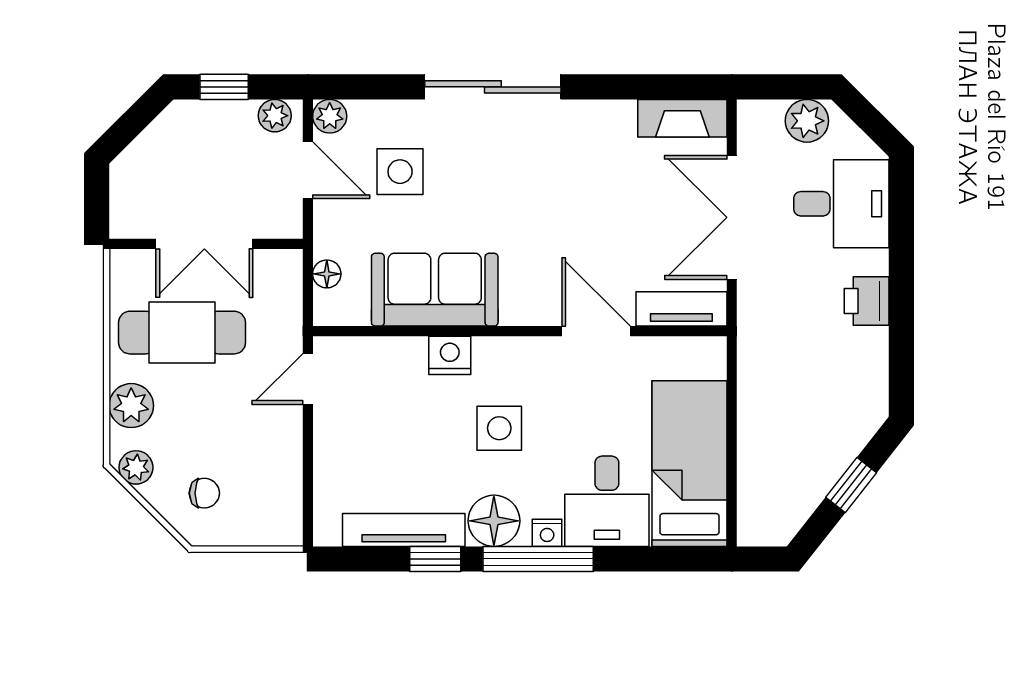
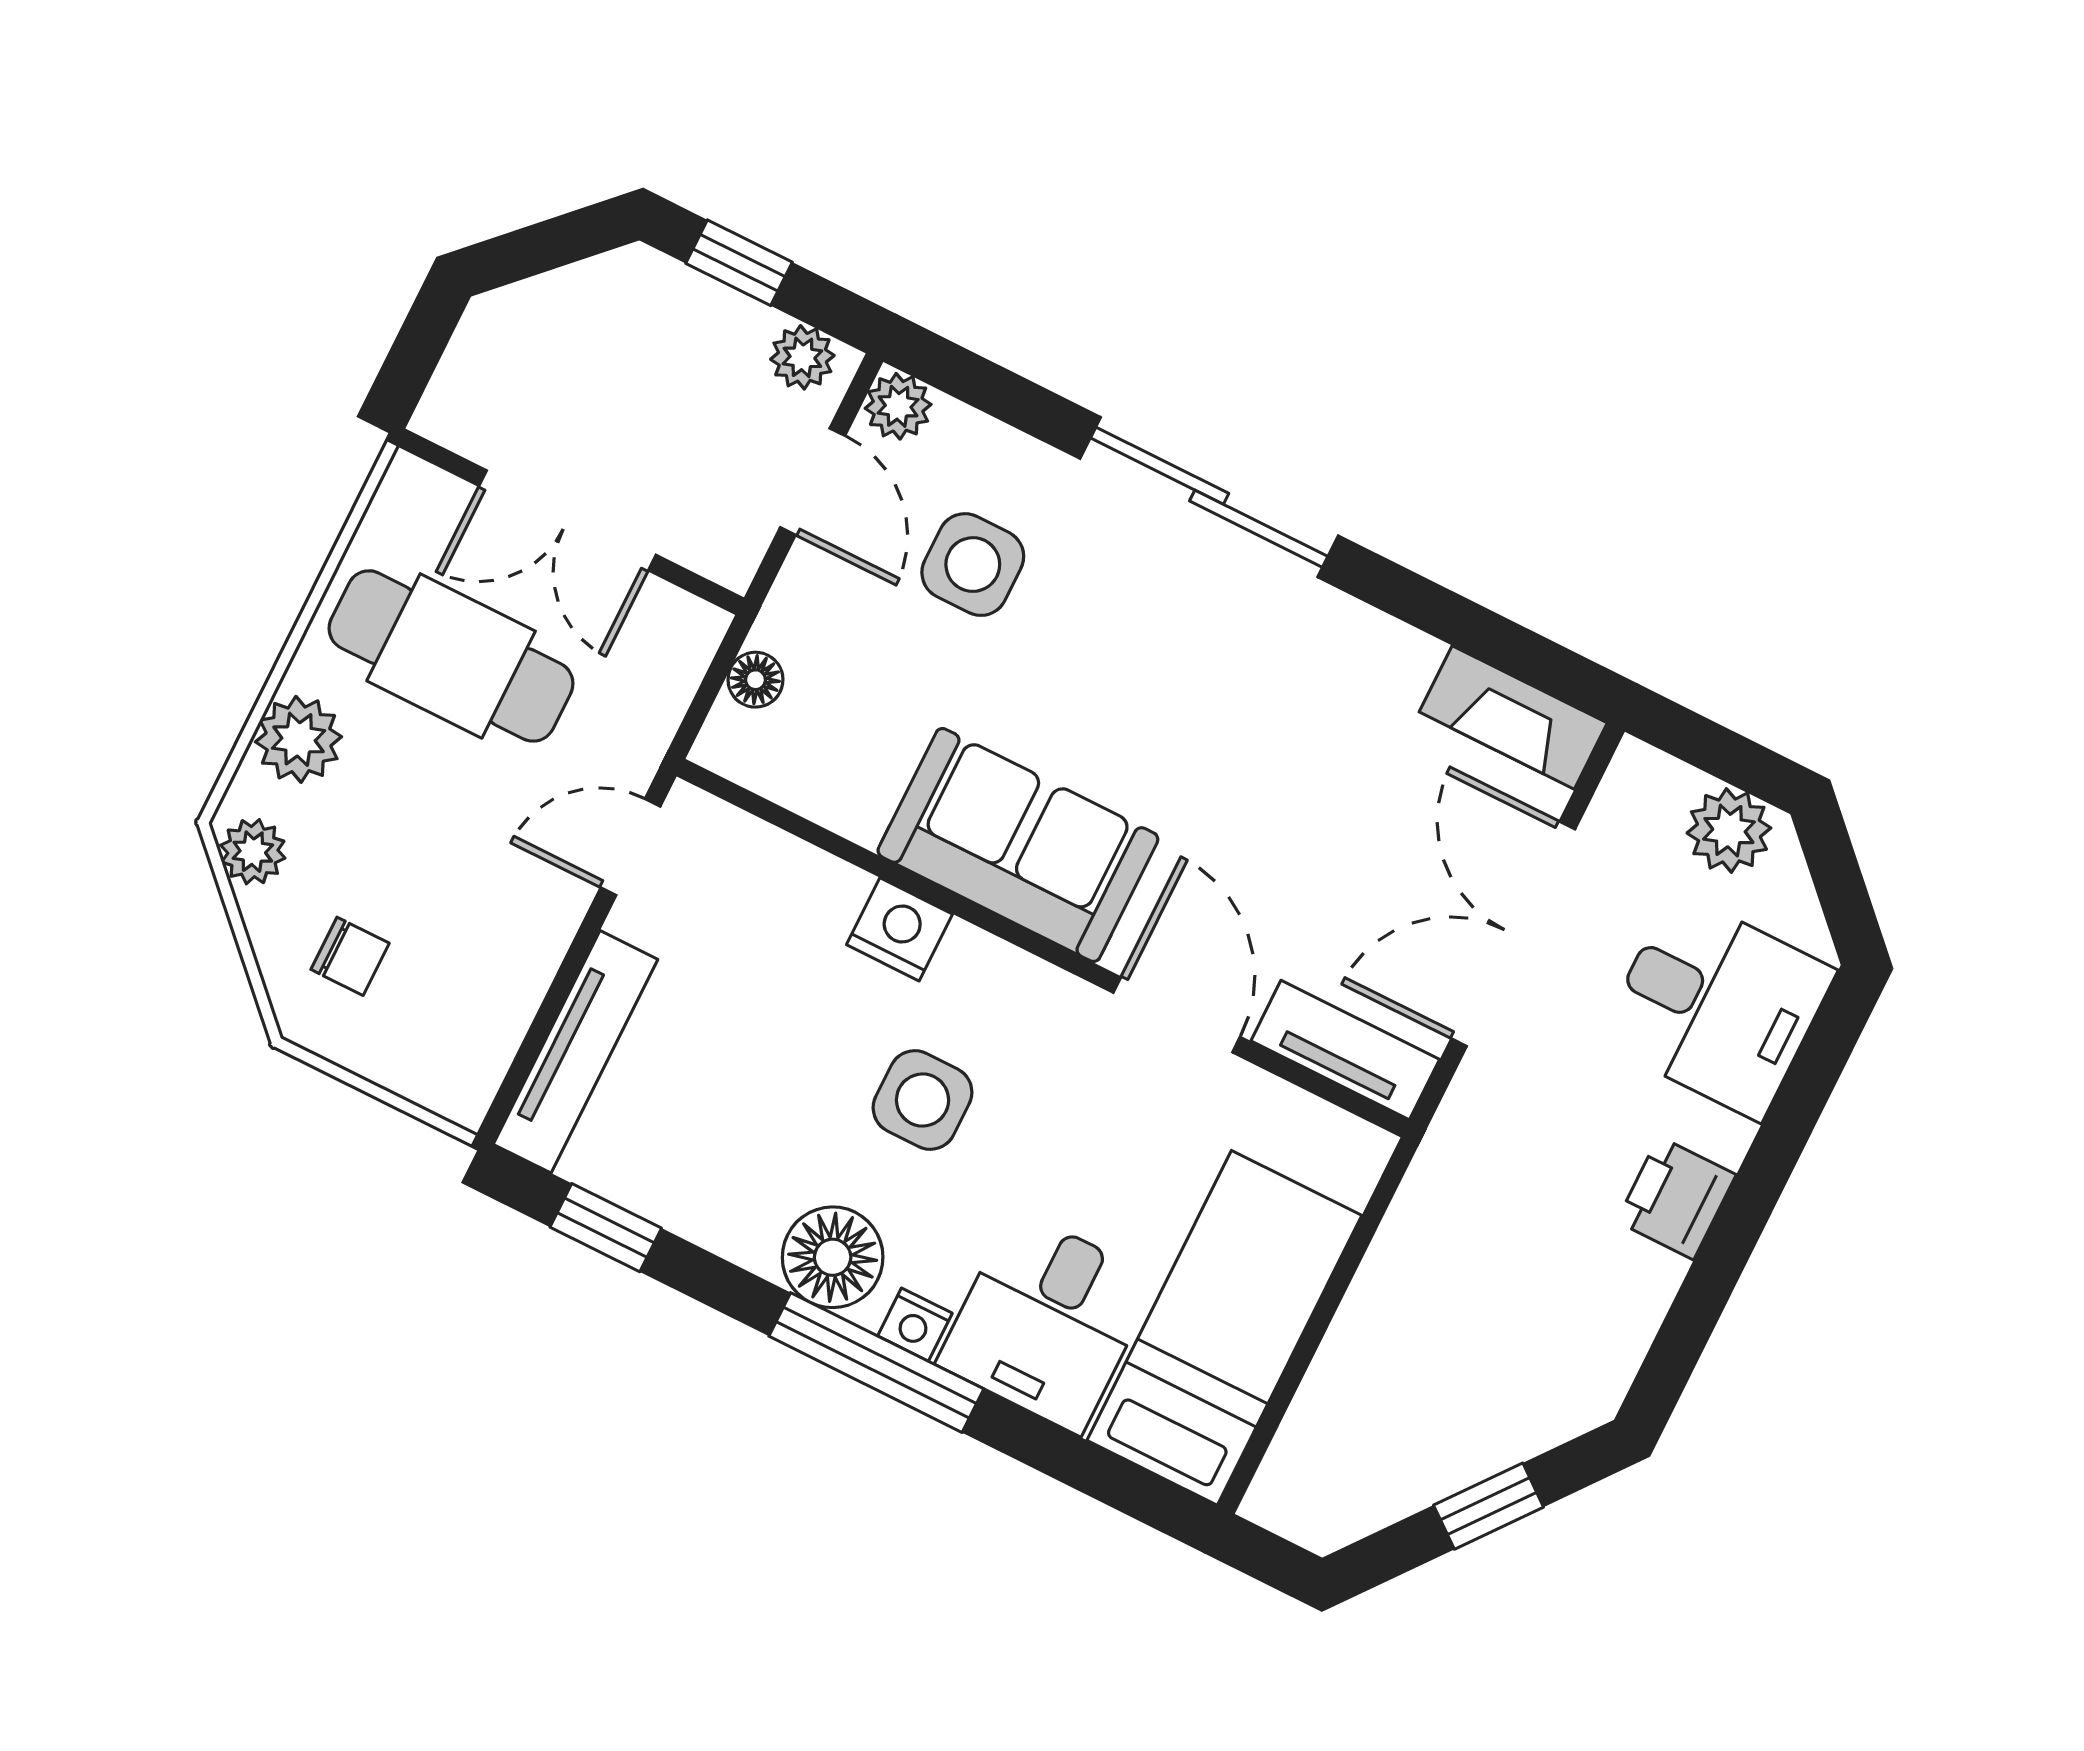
sofa: (435, 290) -> (1018, 845), moved
tv unit: (404, 530) -> (575, 1052), moved, turned 90
window: (435, 559) -> (606, 1228), moved

